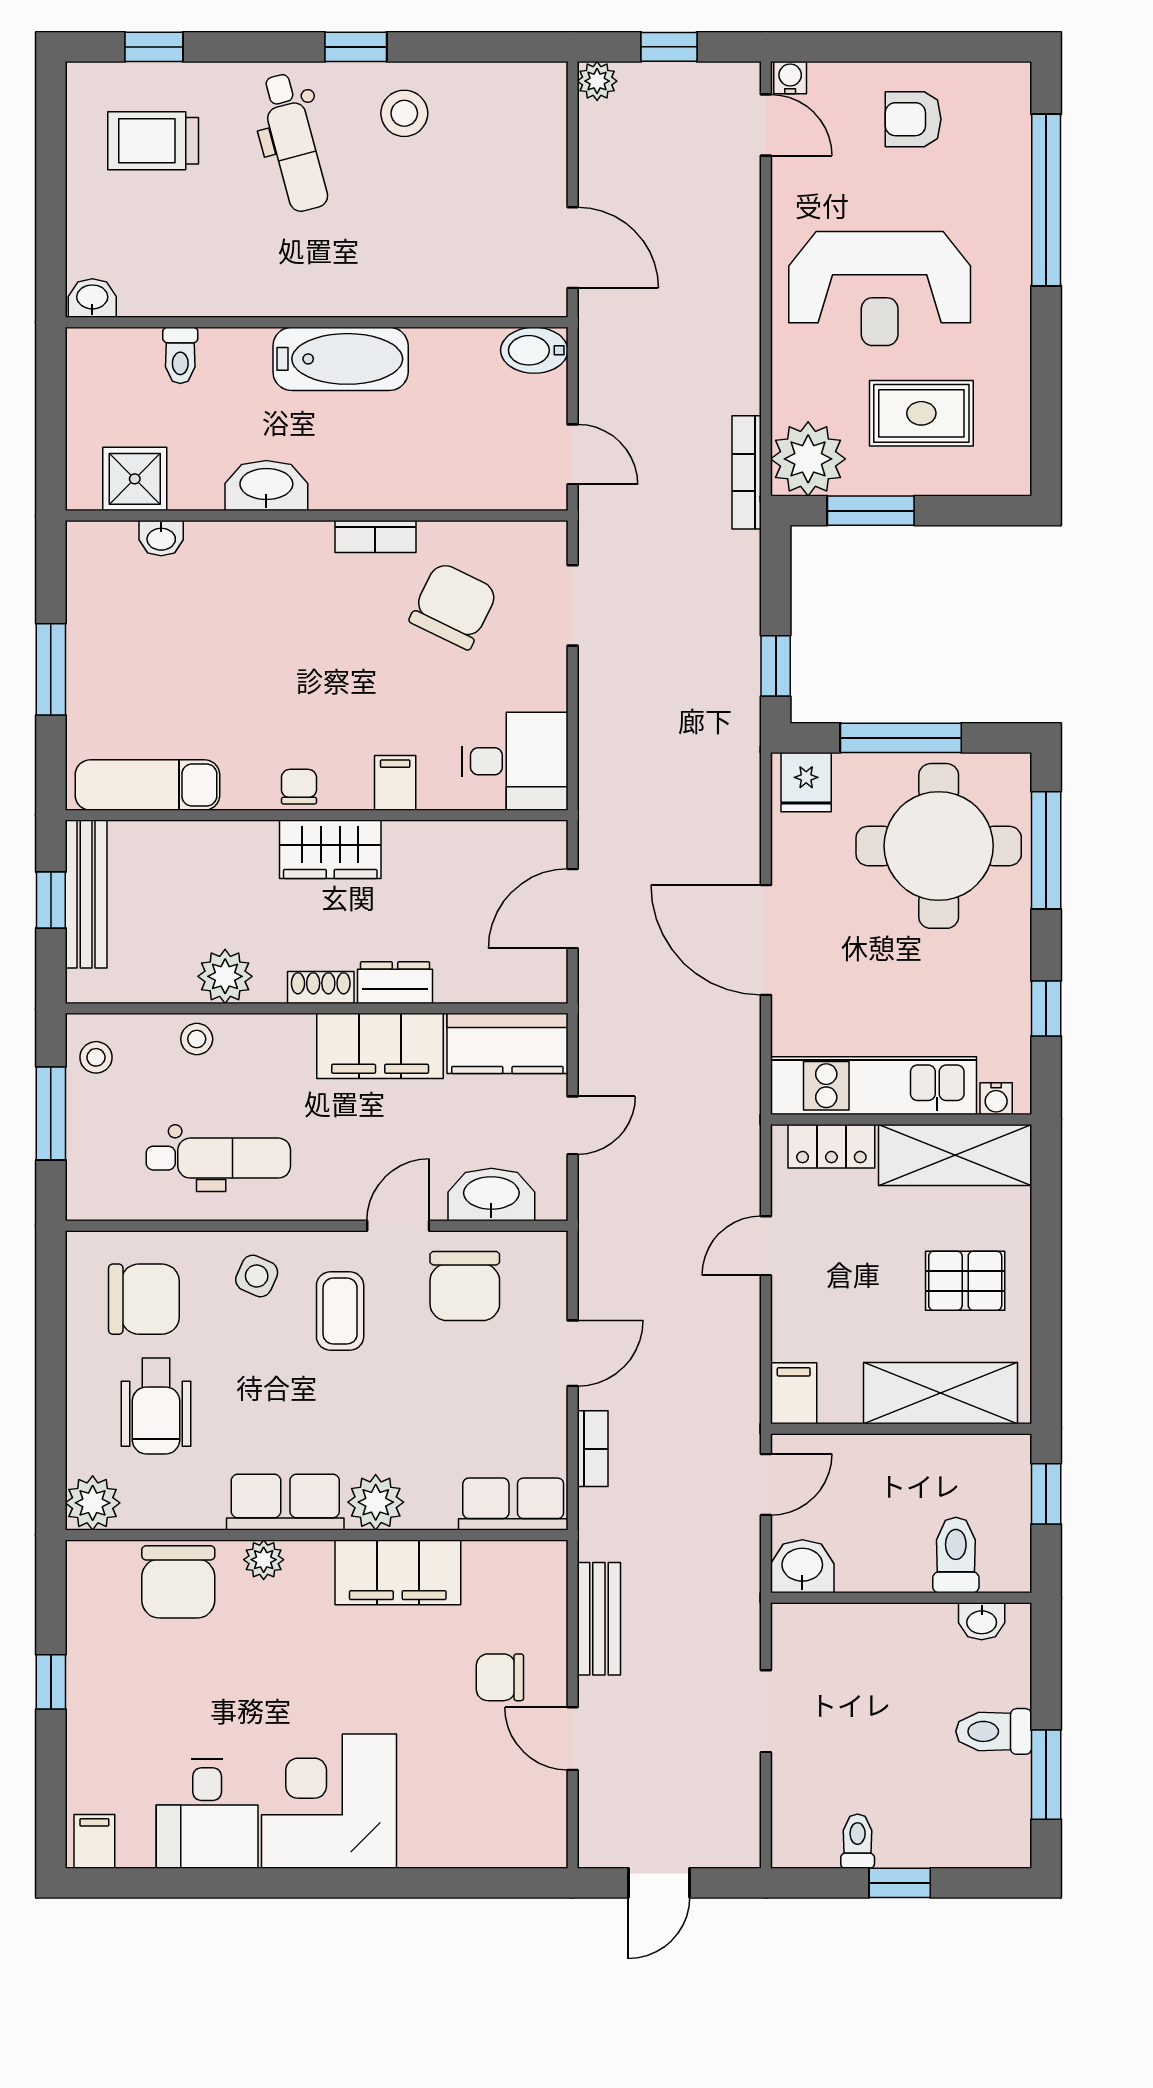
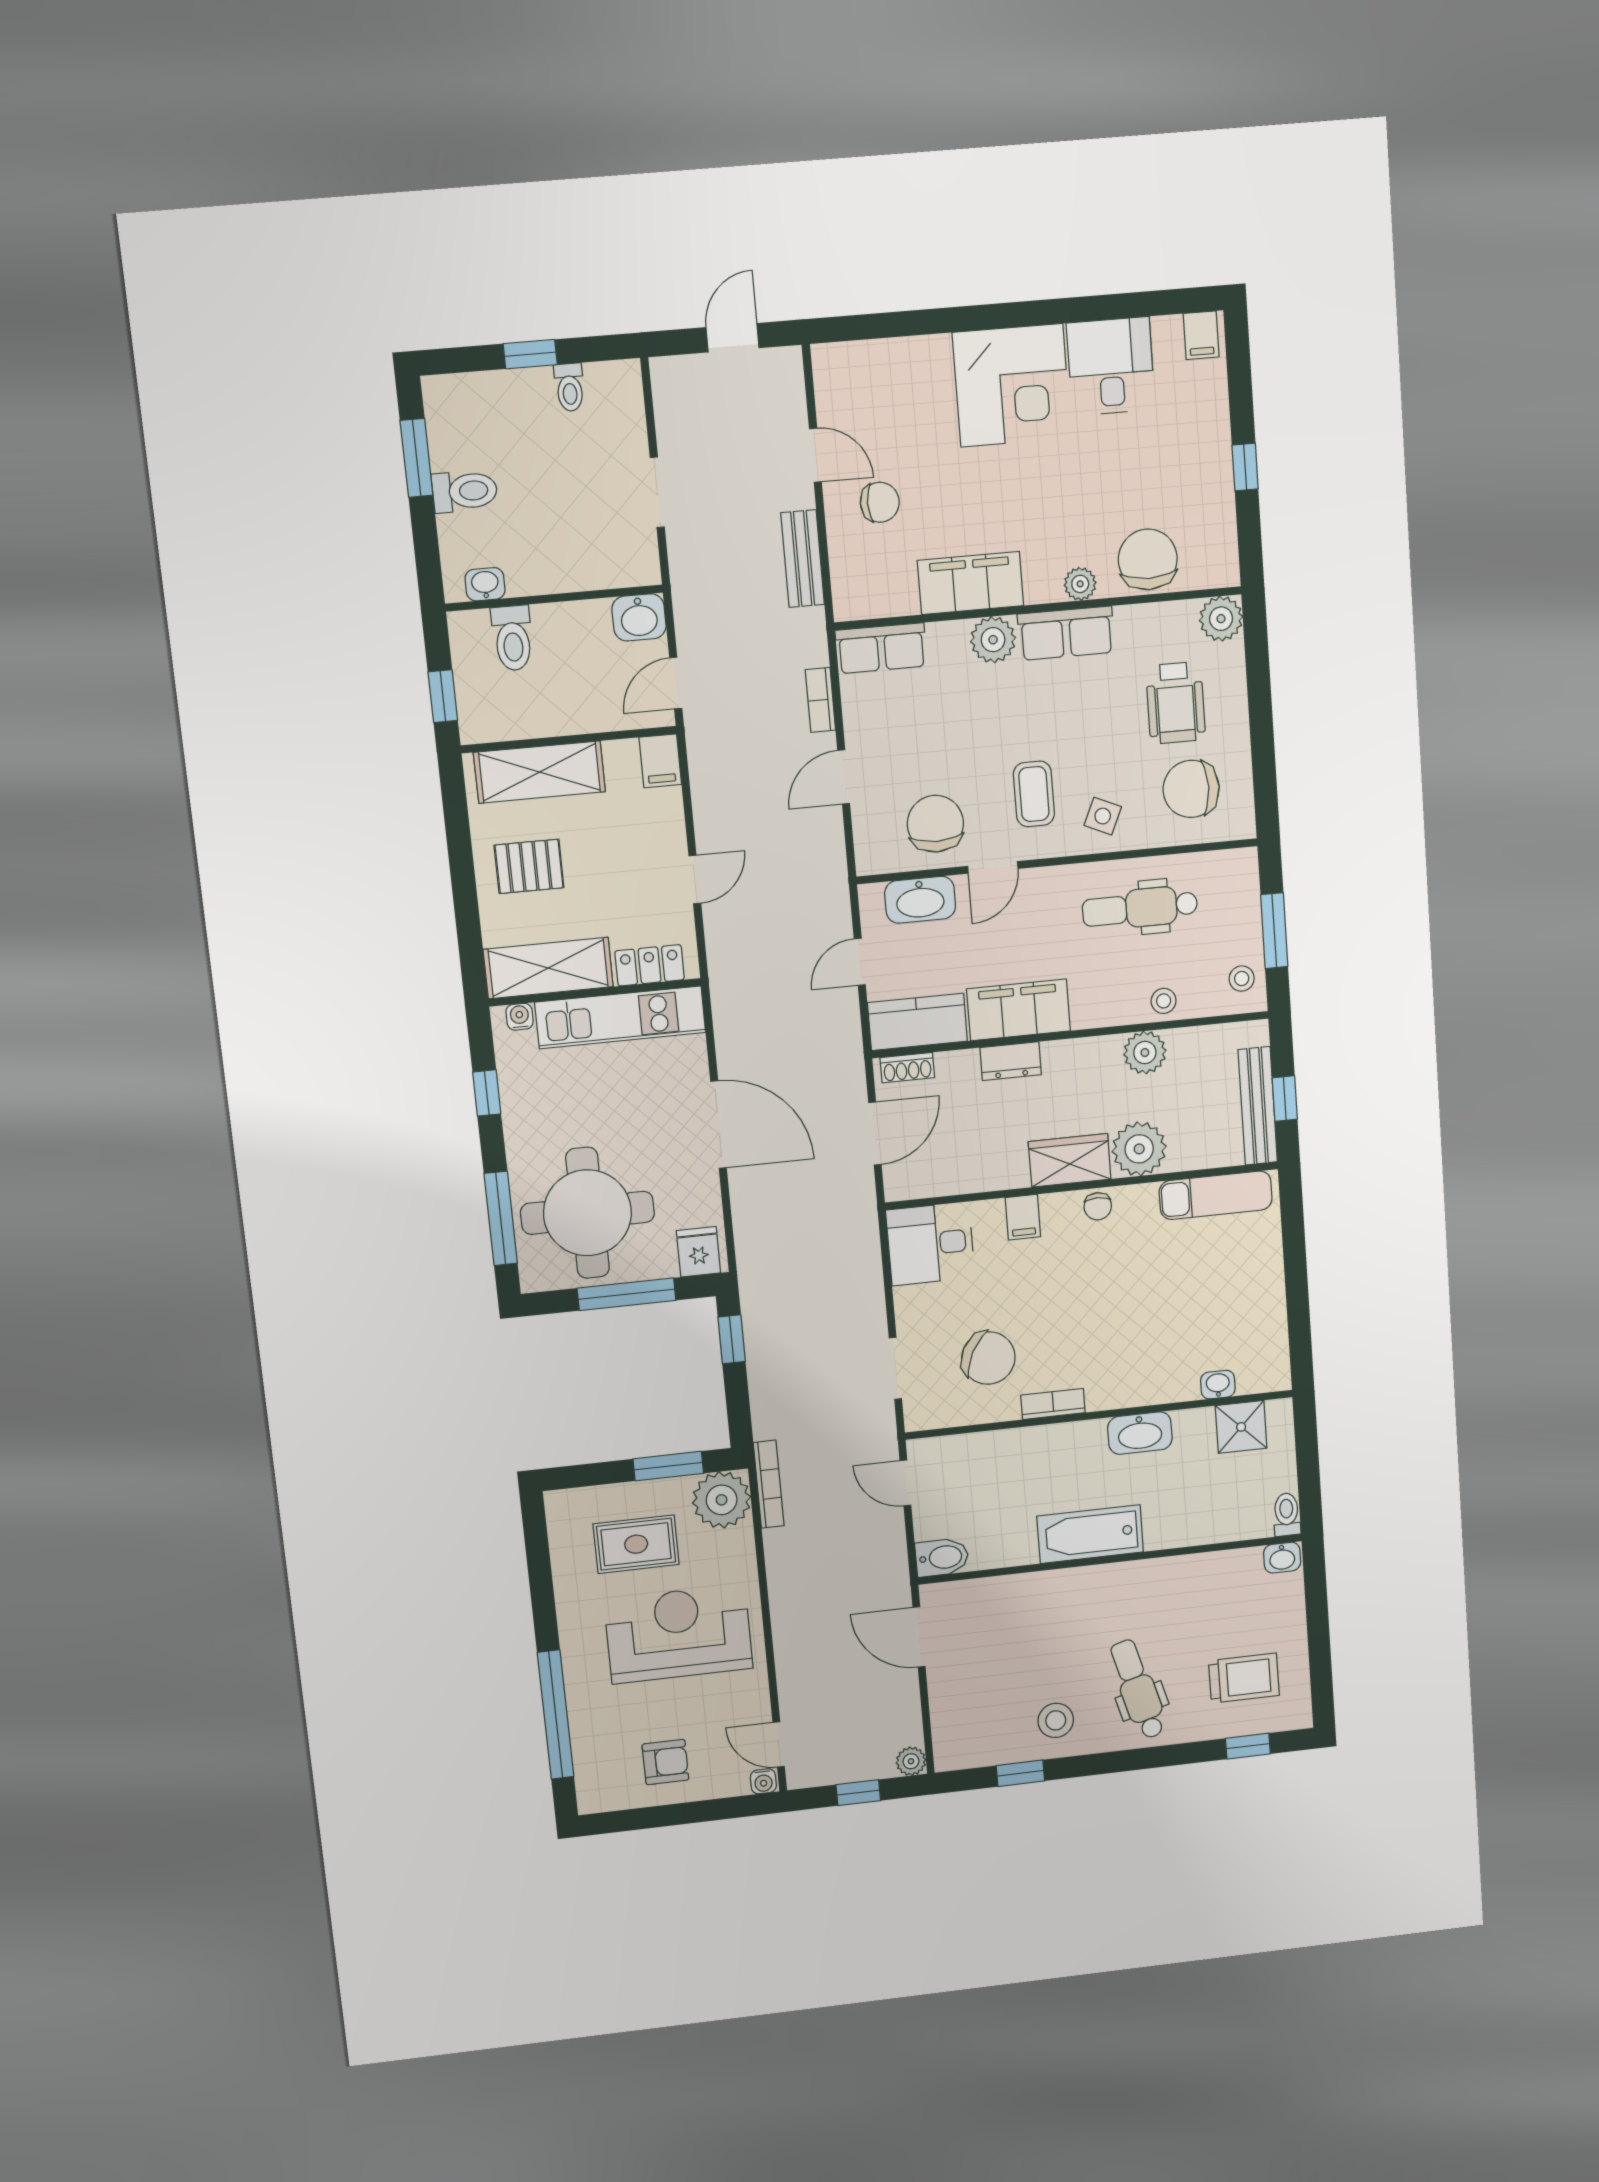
window: (356, 47) -> (1020, 1773), moved
toilet: (180, 355) -> (1287, 1514), moved
chair: (453, 606) -> (988, 1358), turned -89
window: (51, 669) -> (1296, 1276), removed
plant: (241, 855) -> (1139, 1149), added
shoe rack: (321, 987) -> (907, 1068), moved
wheelchair: (156, 1406) -> (1176, 703), turned 180

